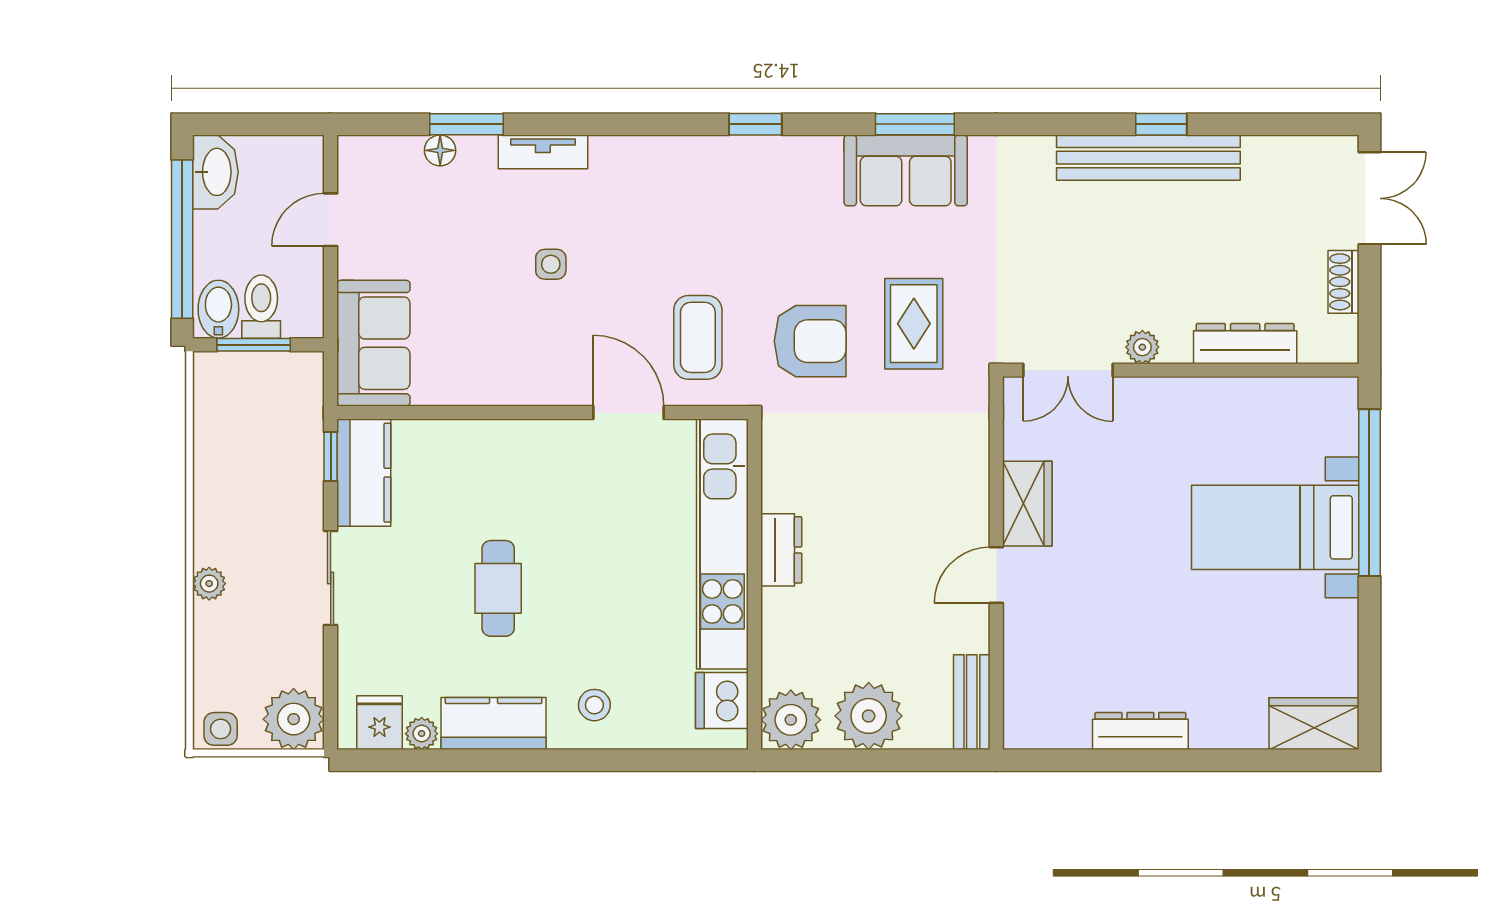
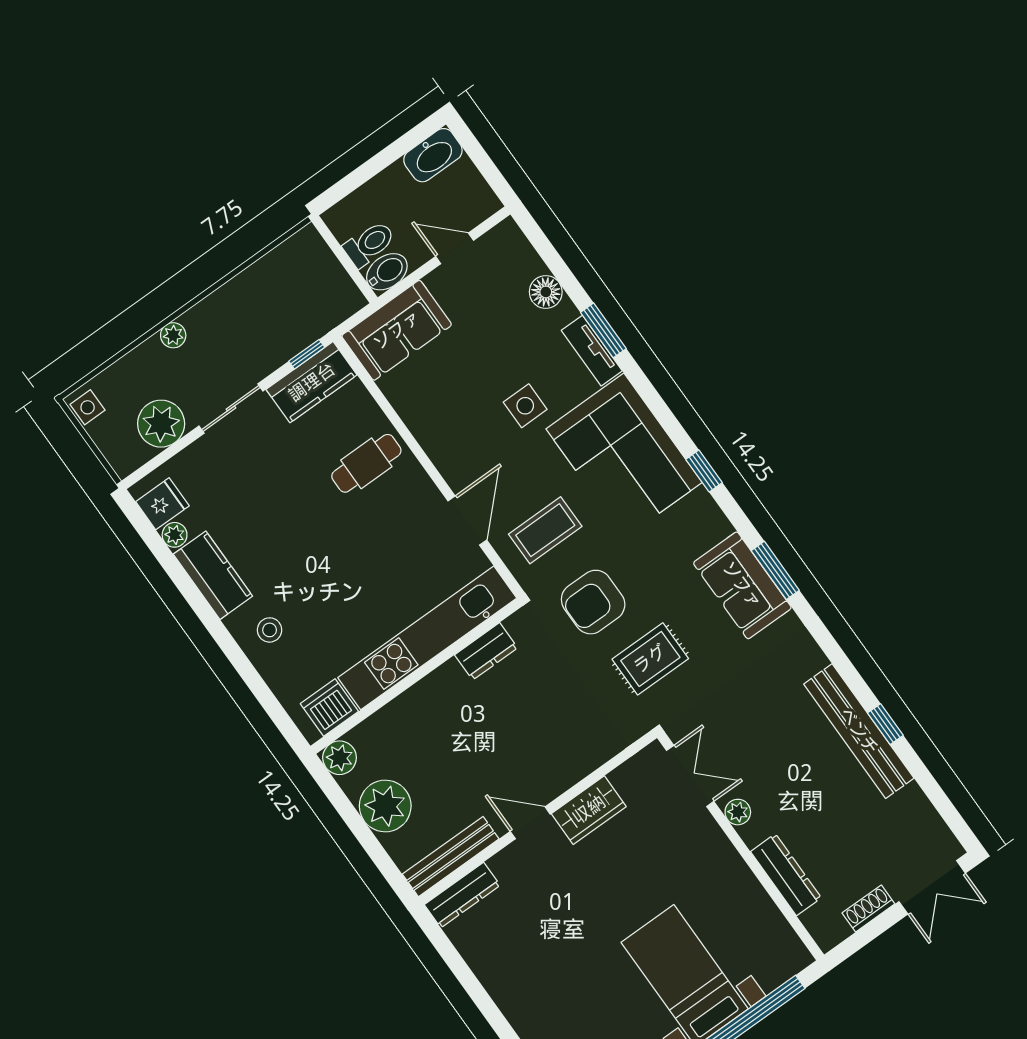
window: (467, 124) -> (603, 330), moved
floor lamp: (440, 150) -> (546, 292), width x1.37, depth x1.37
corner sofa: (679, 197) -> (624, 456), added
window: (182, 239) -> (376, 164), removed
side table: (551, 264) -> (525, 406), width x1.37, depth x1.37
bidet: (218, 309) -> (387, 272), moved
armchair: (810, 341) -> (593, 602), turned 90
window: (254, 345) -> (342, 256), removed
double door: (1068, 370) -> (690, 776), swing flipped
dresser: (781, 550) -> (486, 651), moved
cafe table: (498, 588) -> (366, 463), moved
bench: (972, 702) -> (451, 857), width x1.36
plant: (294, 719) -> (161, 424), moved
plant: (791, 720) -> (340, 758), width x0.73, depth x0.73
dresser: (1140, 731) -> (462, 895), moved, turned 90

